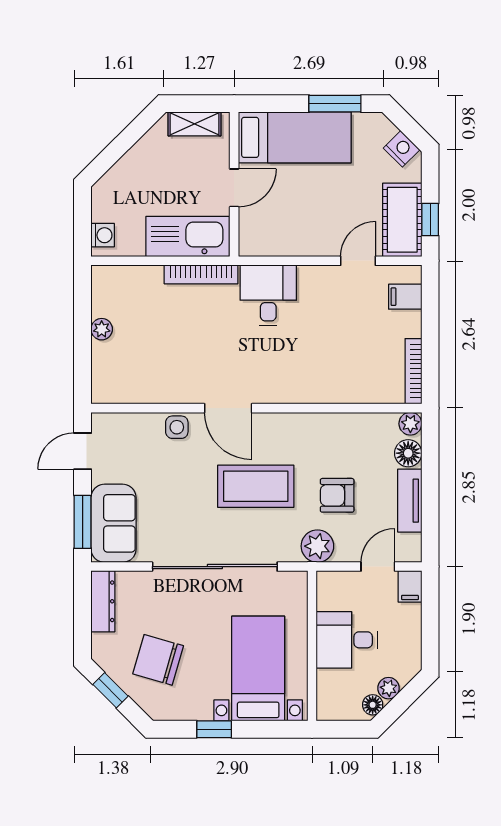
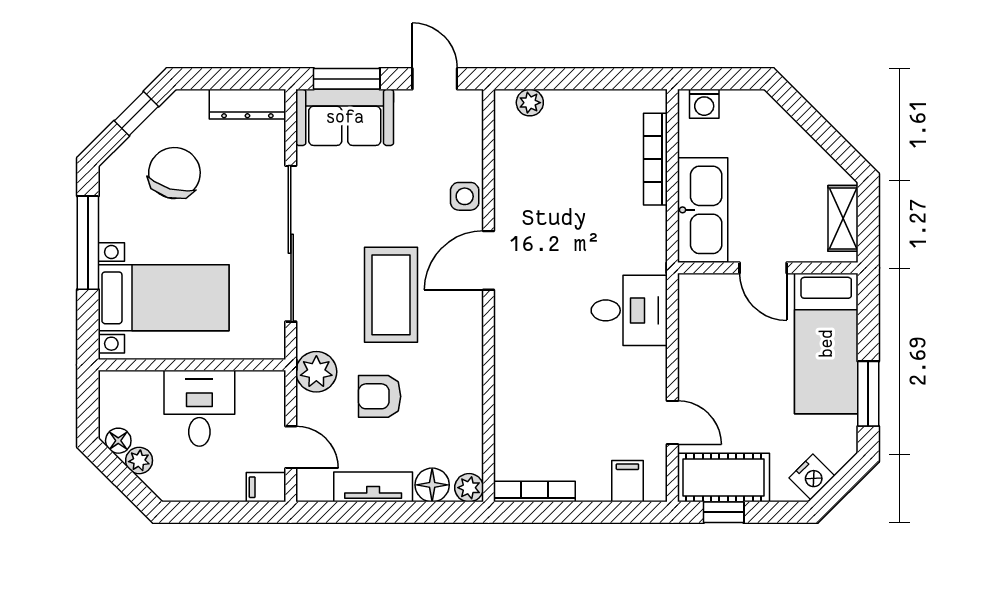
bookcase: (201, 274) -> (655, 159), moved
plant: (102, 329) -> (530, 103), moved
armchair: (337, 495) -> (380, 396), turned -90
window: (214, 729) -> (88, 243), width x2.17

